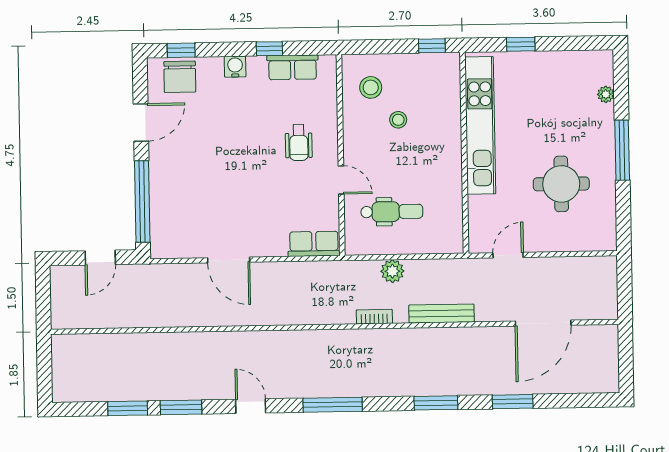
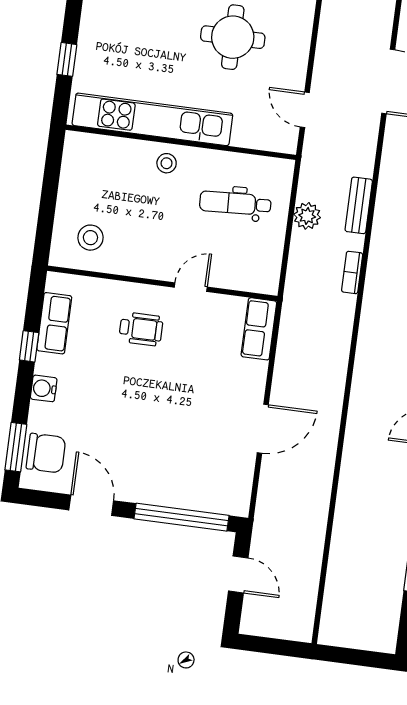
window: (432, 46) -> (53, 161), removed
window: (181, 50) -> (16, 447), width x1.50
stool: (398, 120) -> (167, 163), moved
dental chair: (392, 212) -> (235, 203), moved, turned -93
plant: (392, 271) -> (307, 216), moved
bench: (441, 314) -> (359, 205), width x0.73

